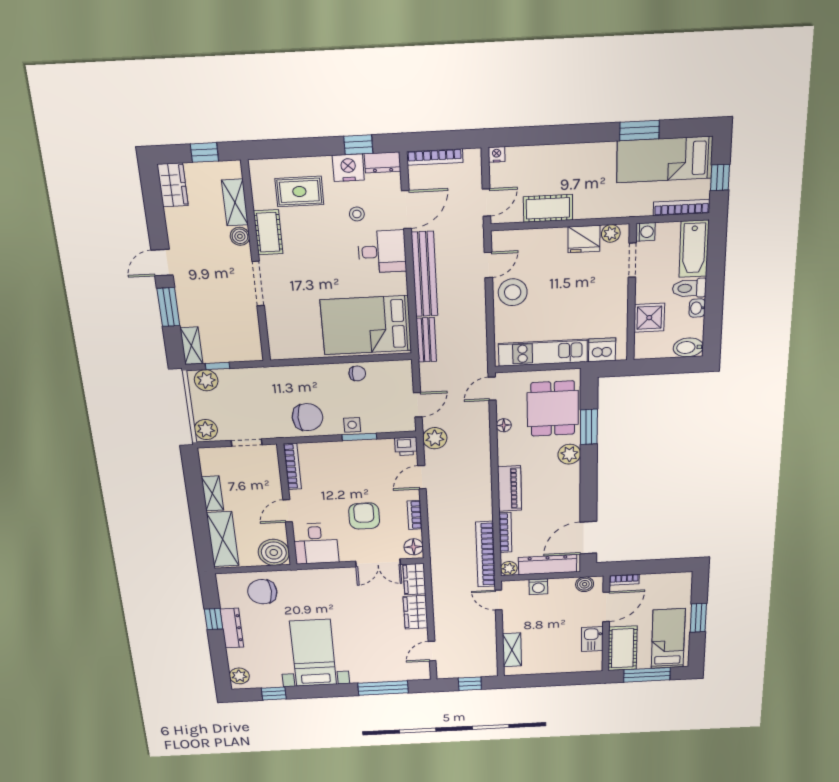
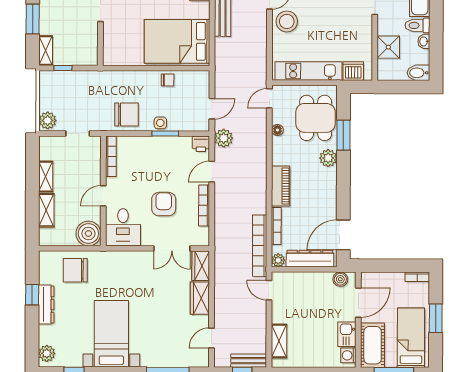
bench: (426, 340) -> (249, 361), moved, turned 90
plant: (206, 380) -> (53, 79), removed
bookcase: (415, 515) -> (204, 205), width x1.56
shelving: (223, 539) -> (46, 210), width x0.67, depth x0.75
floor lamp: (414, 547) -> (202, 235), removed
bookcase: (624, 580) -> (417, 277), moved
washing machine: (538, 587) -> (348, 355), moved, turned 90

